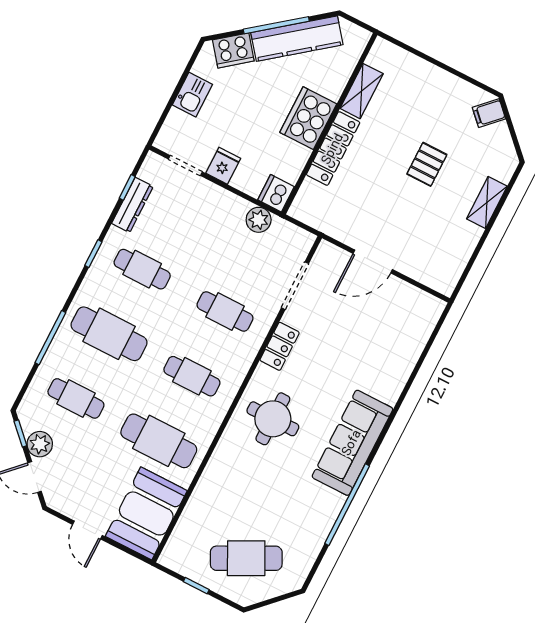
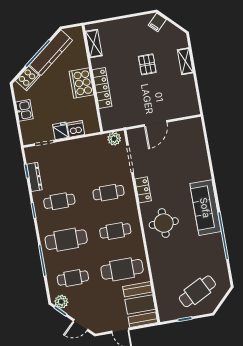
shelving: (362, 91) -> (94, 44), moved
dishwasher: (276, 193) -> (76, 129), moved, turned 90
plant: (259, 220) -> (114, 139), moved
plant: (40, 444) -> (61, 302), moved

